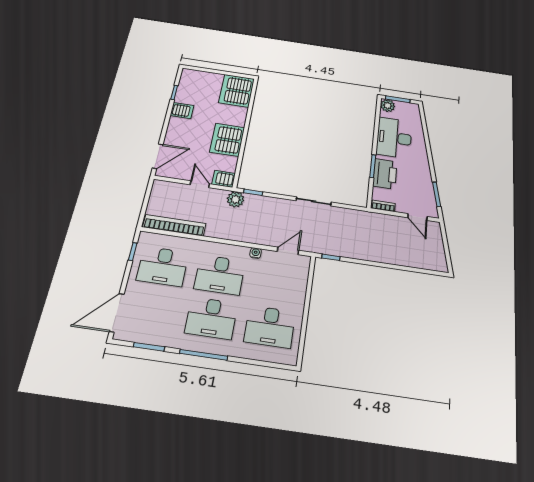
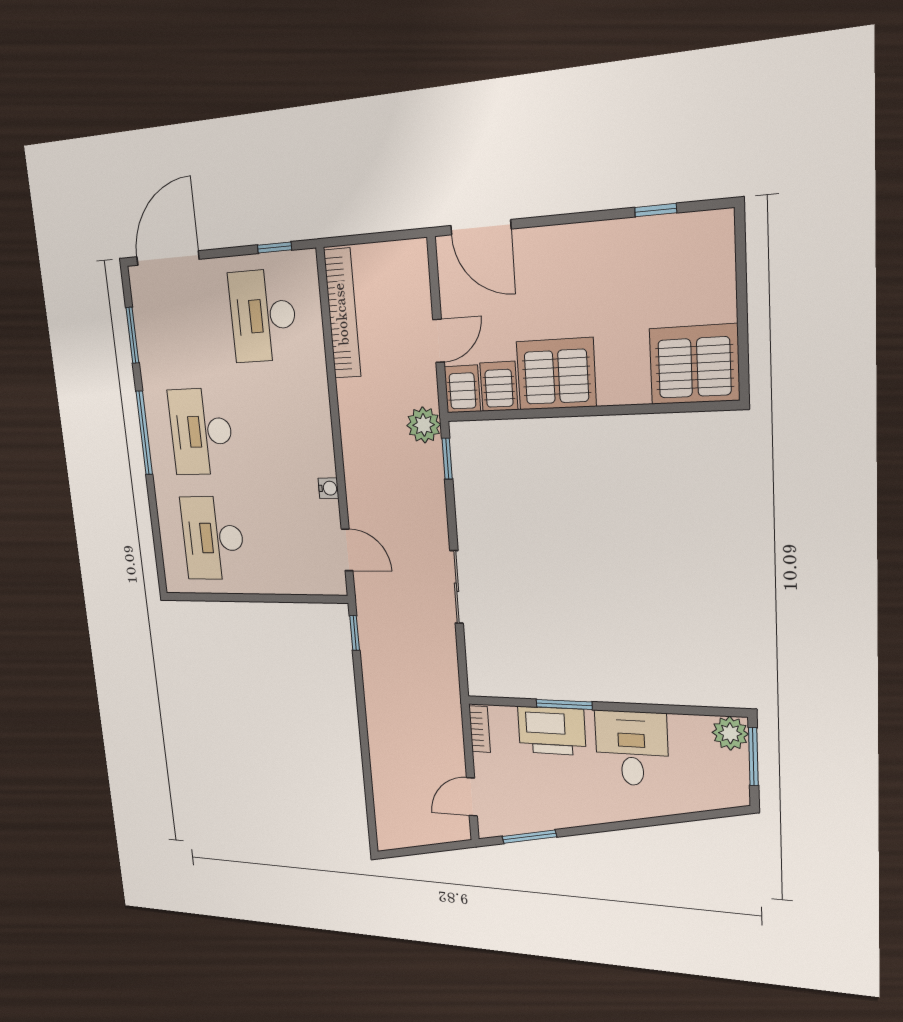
server rack: (182, 111) -> (499, 386), moved, turned 180
desk: (394, 138) -> (632, 748), width x0.73
desk: (220, 275) -> (274, 429), removed
door: (117, 313) -> (168, 258), hinge flipped

